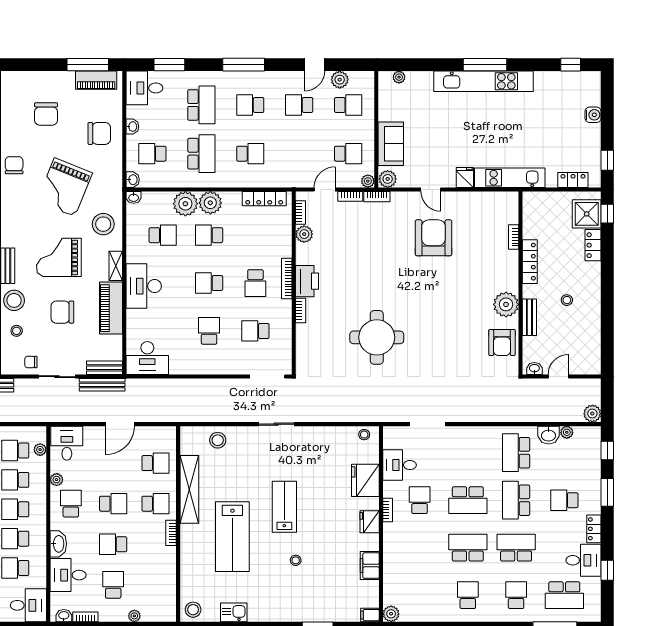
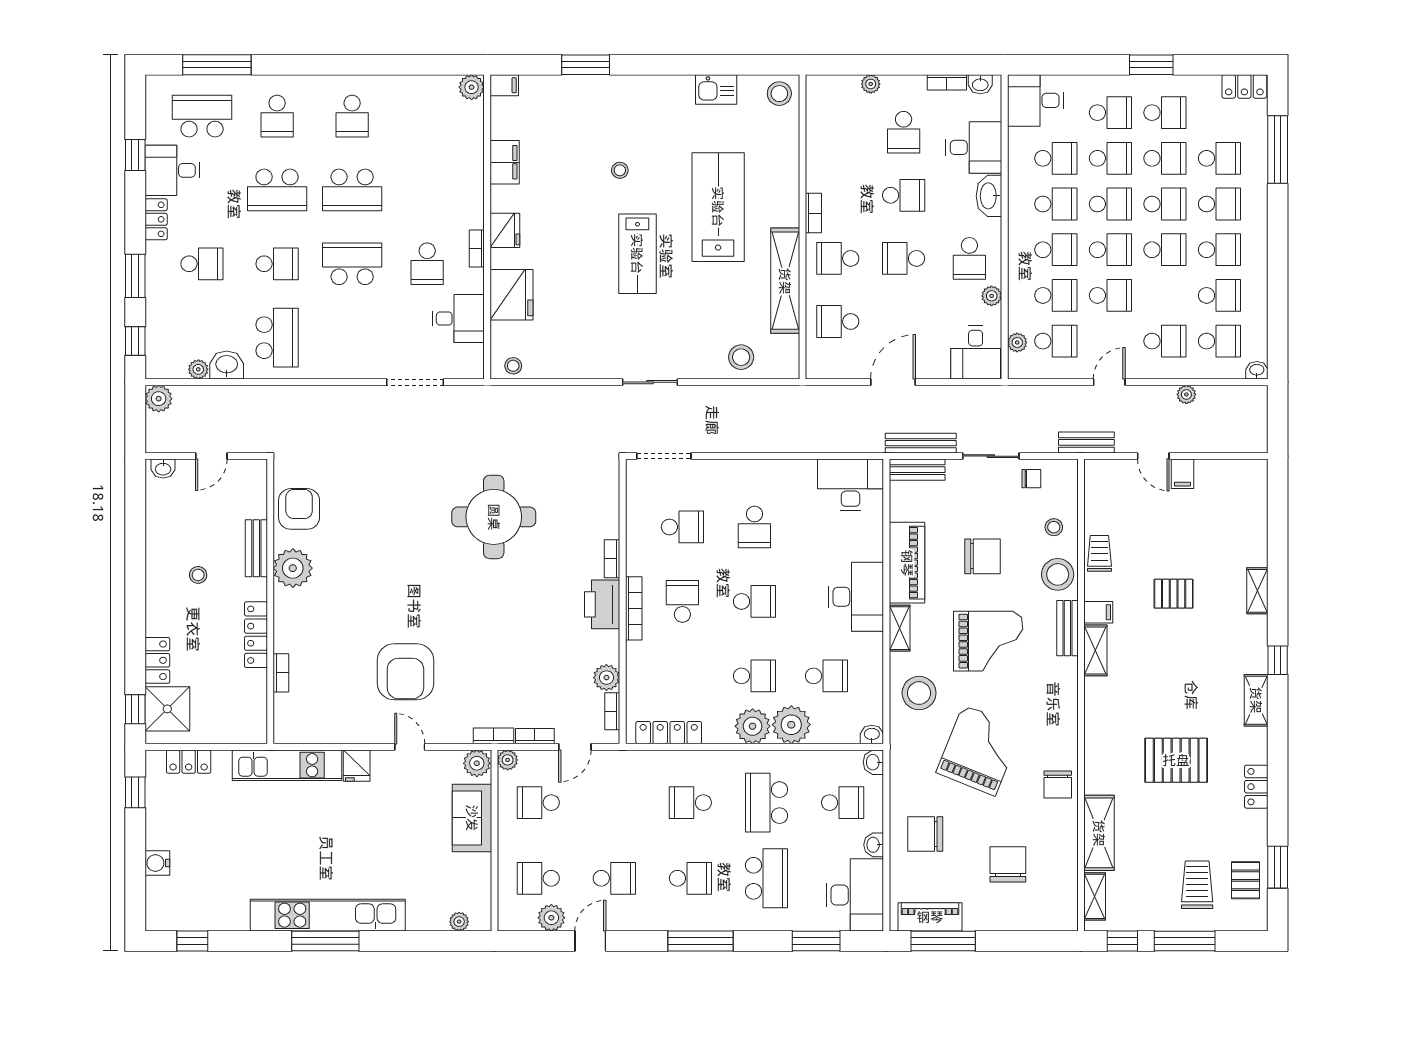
desk: (144, 88) -> (855, 895), width x1.37
school desk: (201, 105) -> (766, 878), turned 180
school desk: (163, 235) -> (827, 676), turned 180
washbasin: (534, 368) -> (163, 469), moved
school desk: (516, 500) -> (277, 264), width x0.54

